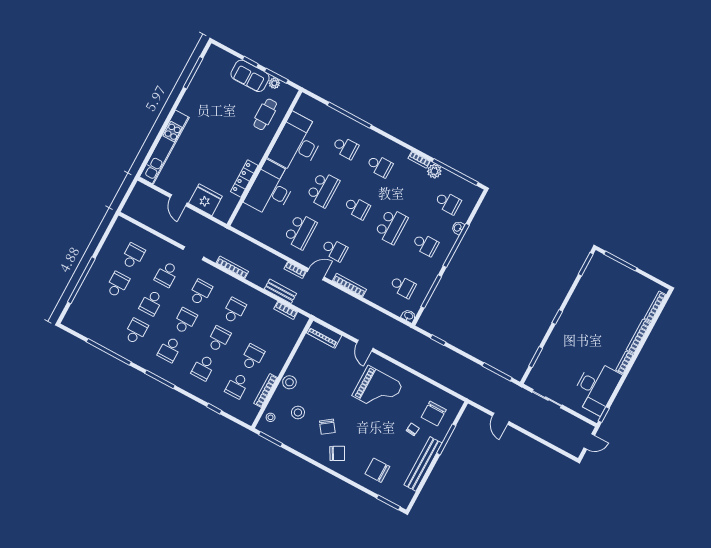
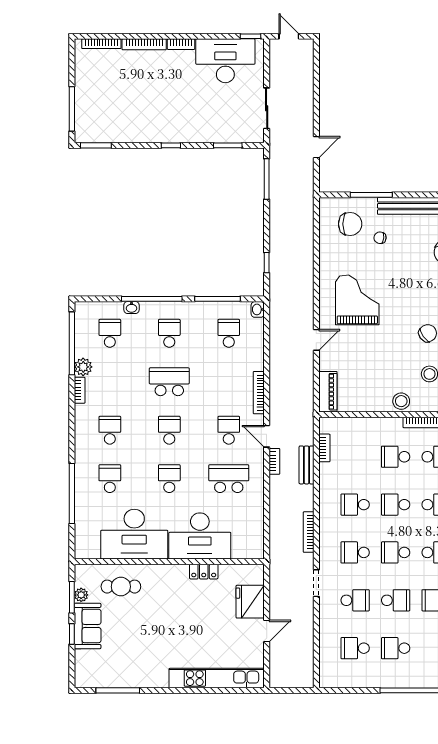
locker: (244, 178) -> (204, 572), width x0.66
school desk: (323, 189) -> (169, 479), width x0.54

